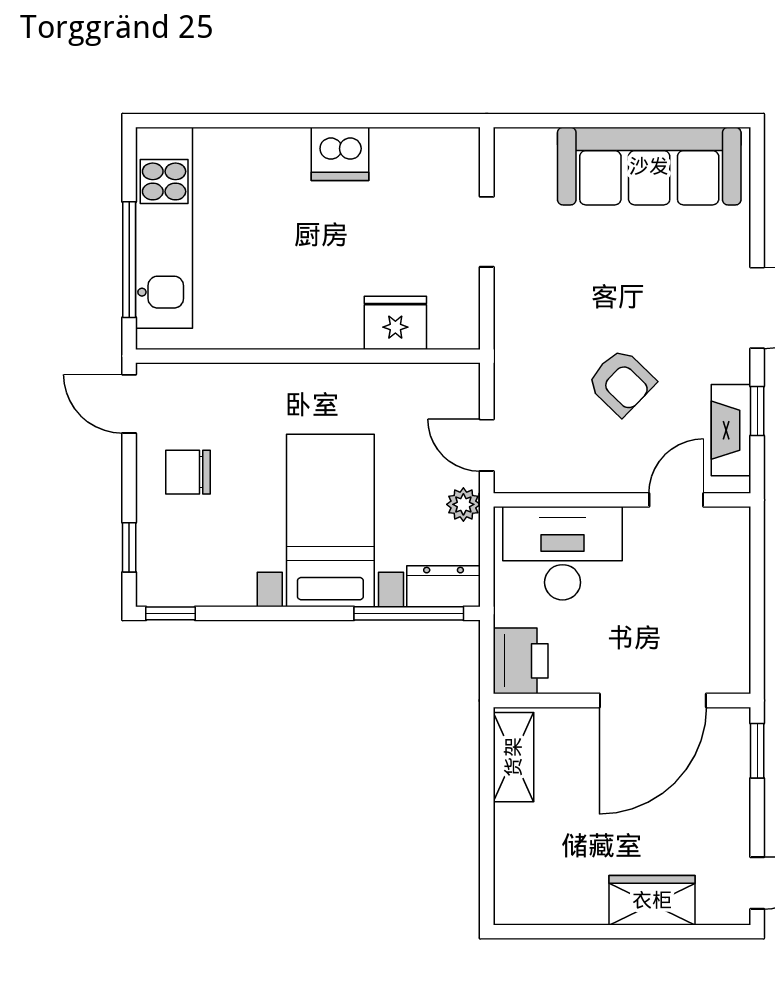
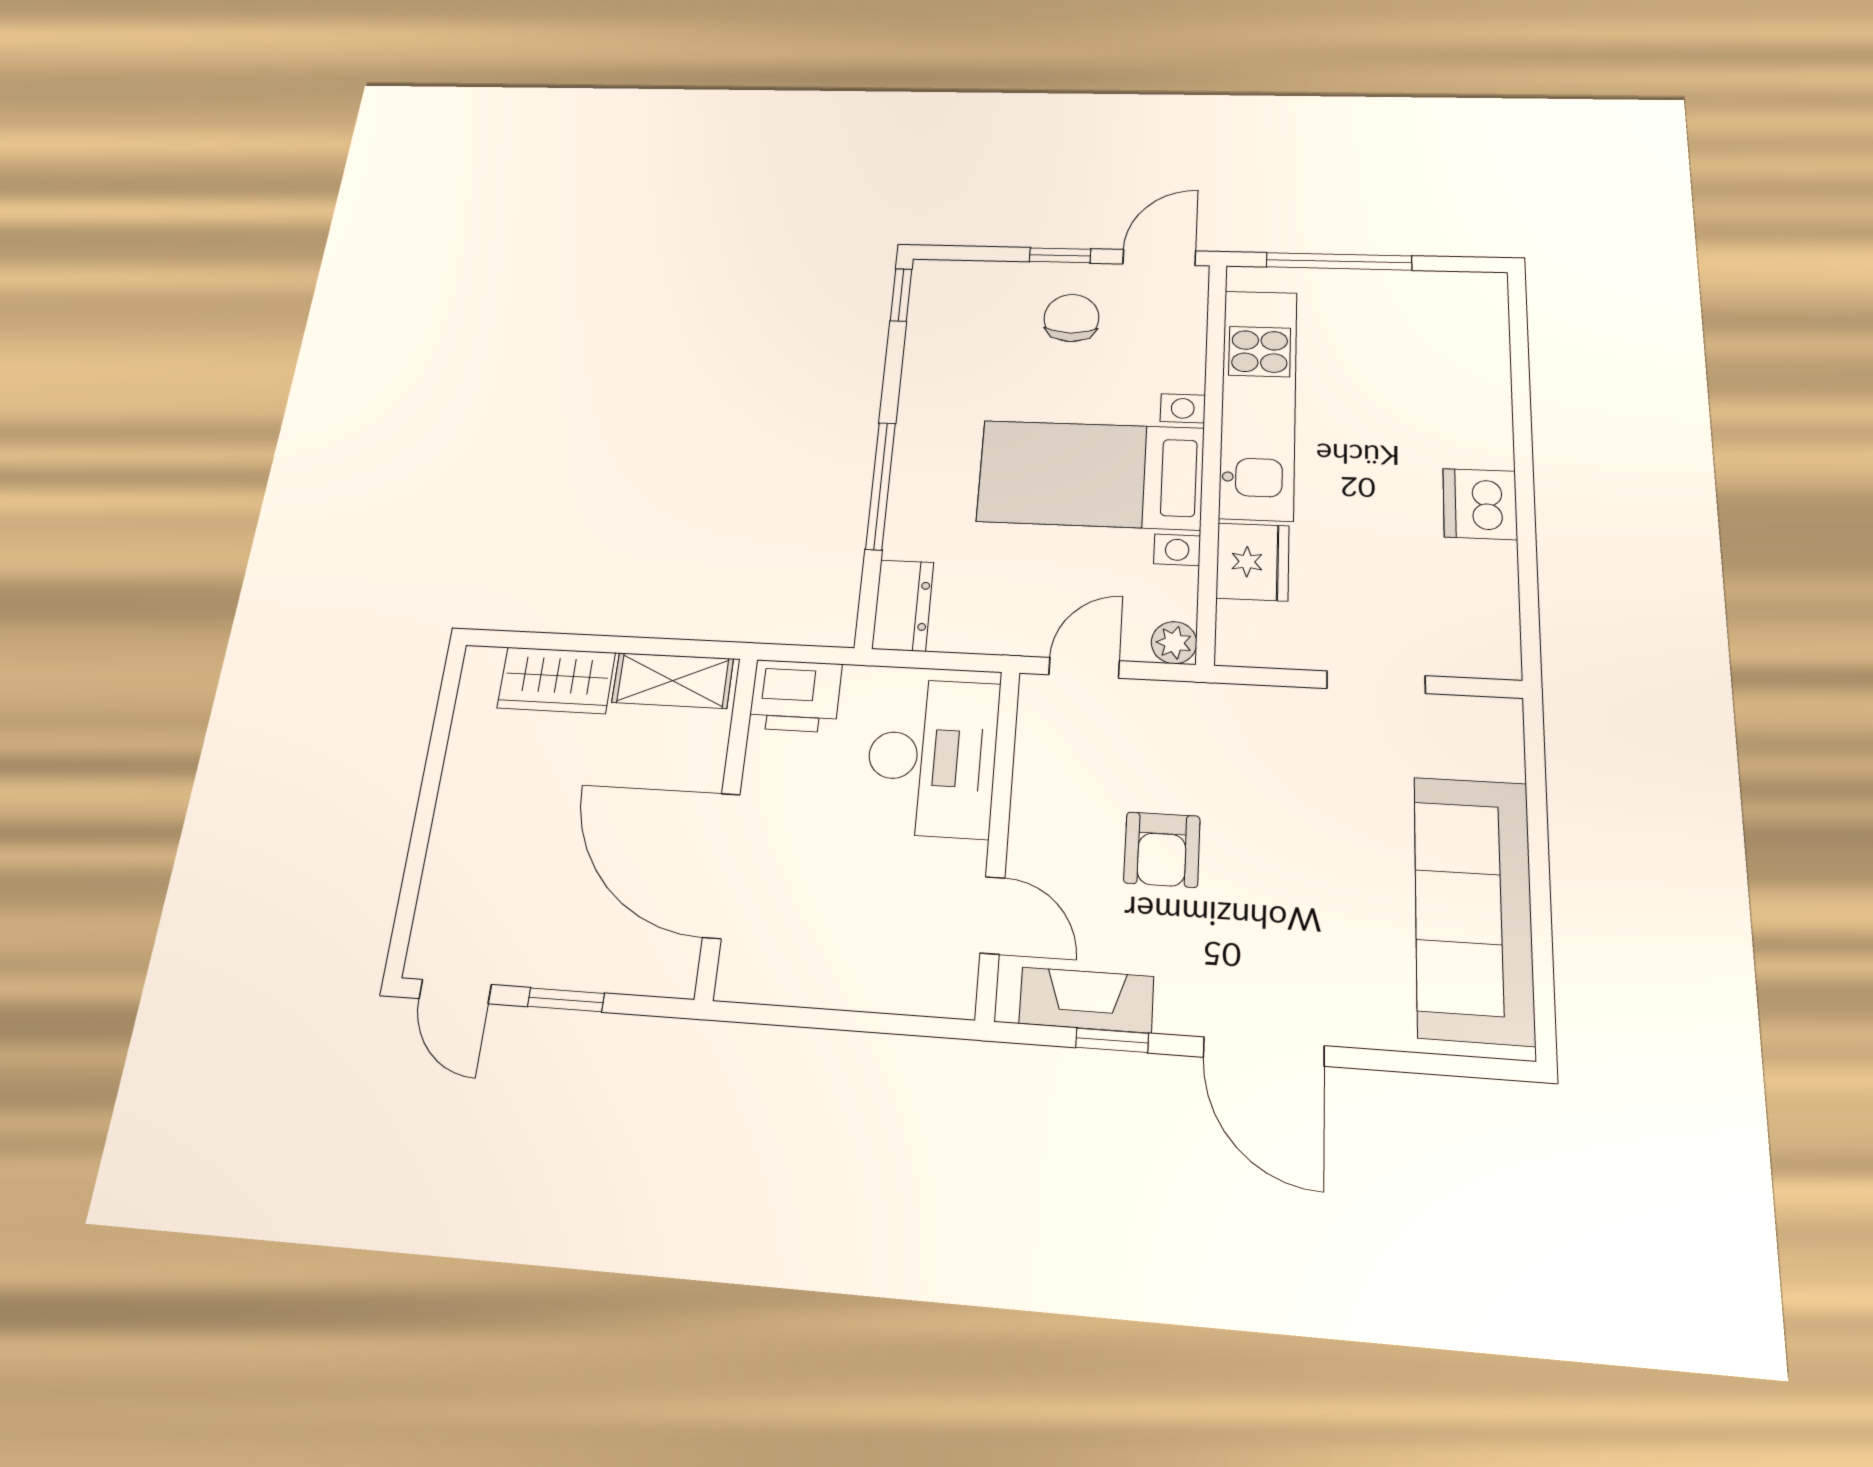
kitchen unit: (164, 228) -> (1258, 403), moved, turned -90
armchair: (621, 382) -> (1162, 850), turned -44
plant: (463, 504) -> (1174, 643), moved
bed with nightstands: (330, 520) -> (1091, 475), moved, turned 180
window: (129, 547) -> (1060, 255), moved
window: (409, 613) -> (881, 486), moved
window: (757, 751) -> (566, 1000), moved
wardrobe: (652, 900) -> (556, 680), moved, turned 90

